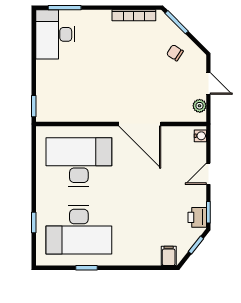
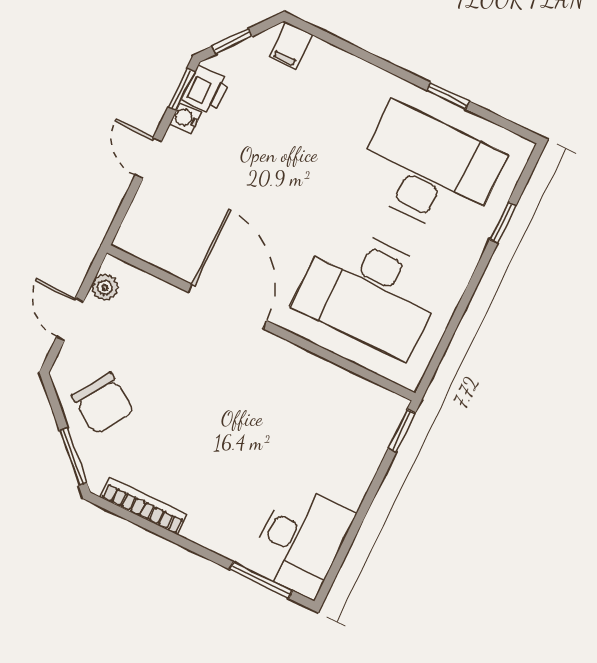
chair: (175, 53) -> (103, 403), width x1.87, depth x1.87
water cooler: (200, 136) -> (185, 118), moved
door: (208, 174) -> (148, 158), swing flipped

